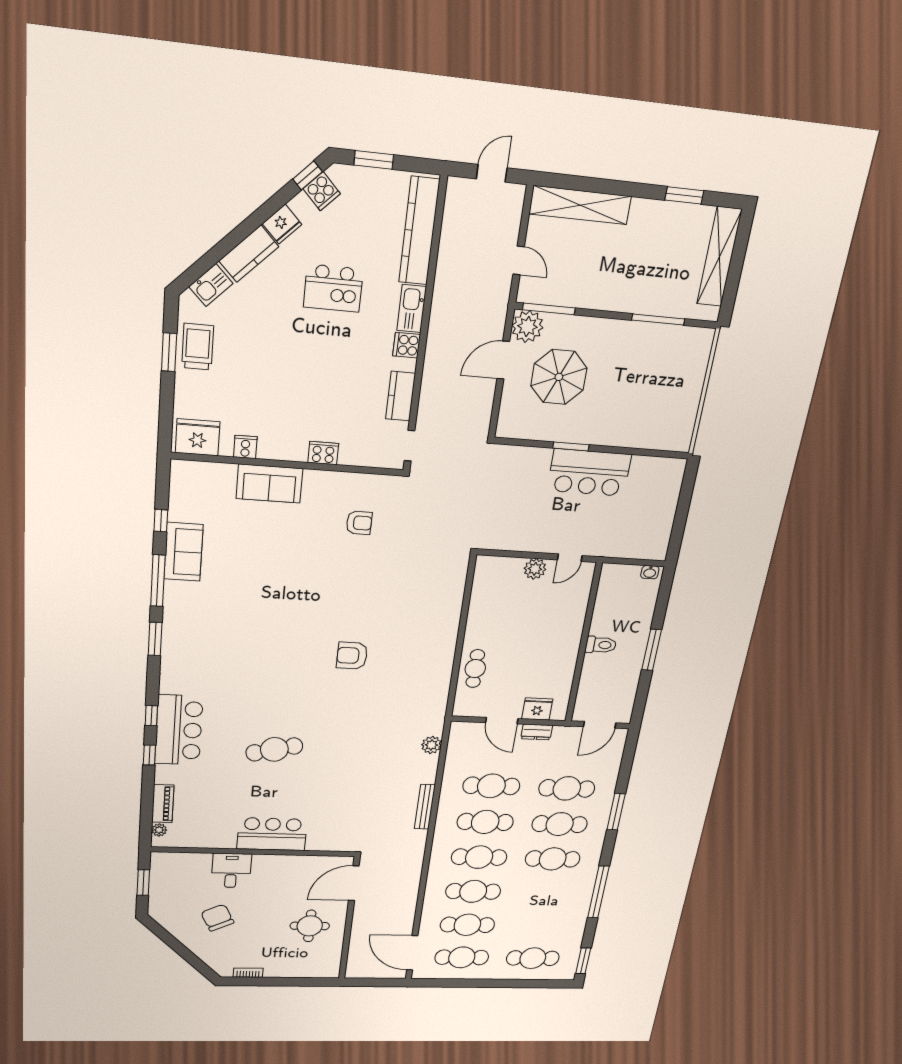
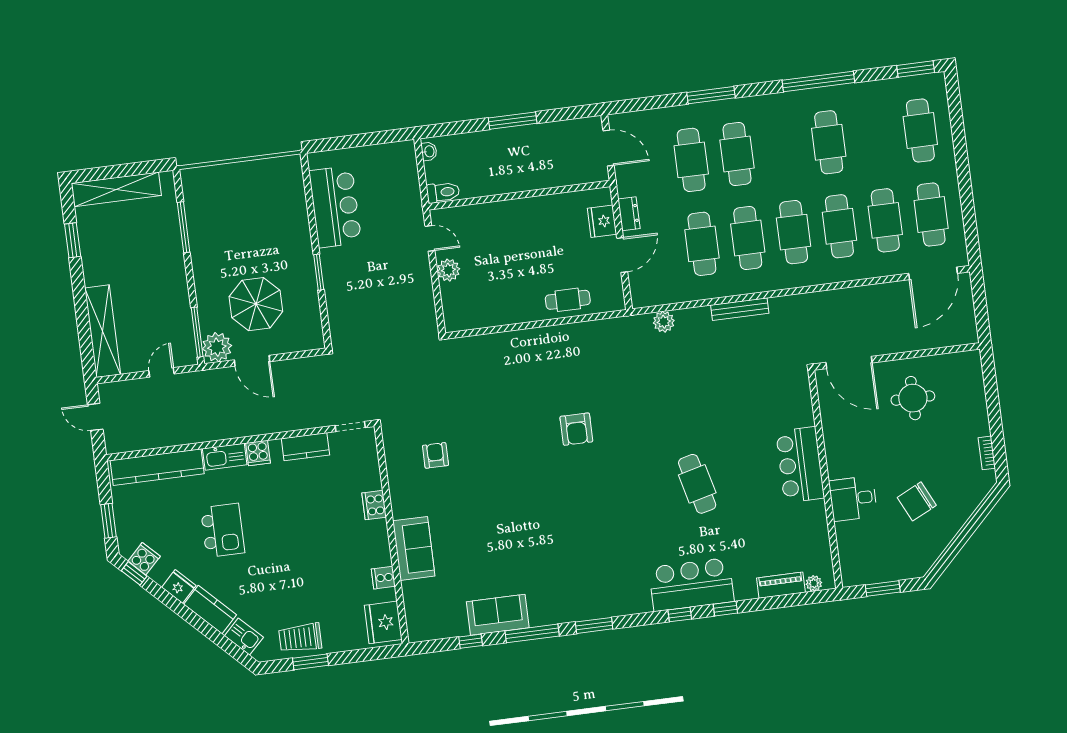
bar counter: (589, 473) -> (335, 207), moved
toilet: (601, 645) -> (443, 192), moved, turned 90
cafe table: (553, 859) -> (829, 142), moved

